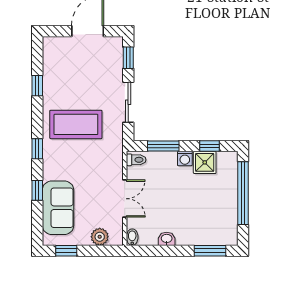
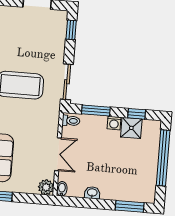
sliding door: (128, 102) -> (67, 82), moved
plant: (100, 237) -> (46, 187), moved

